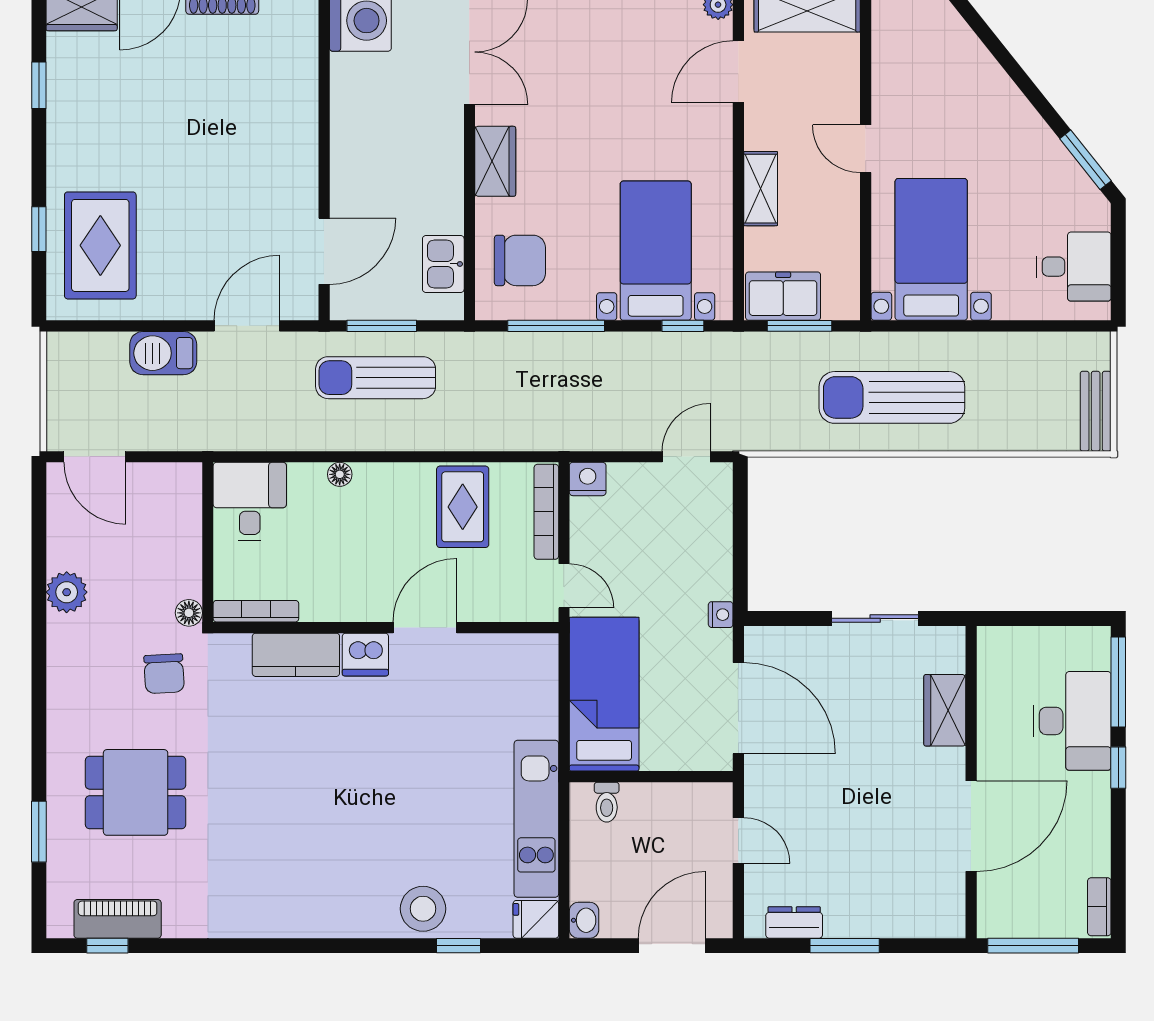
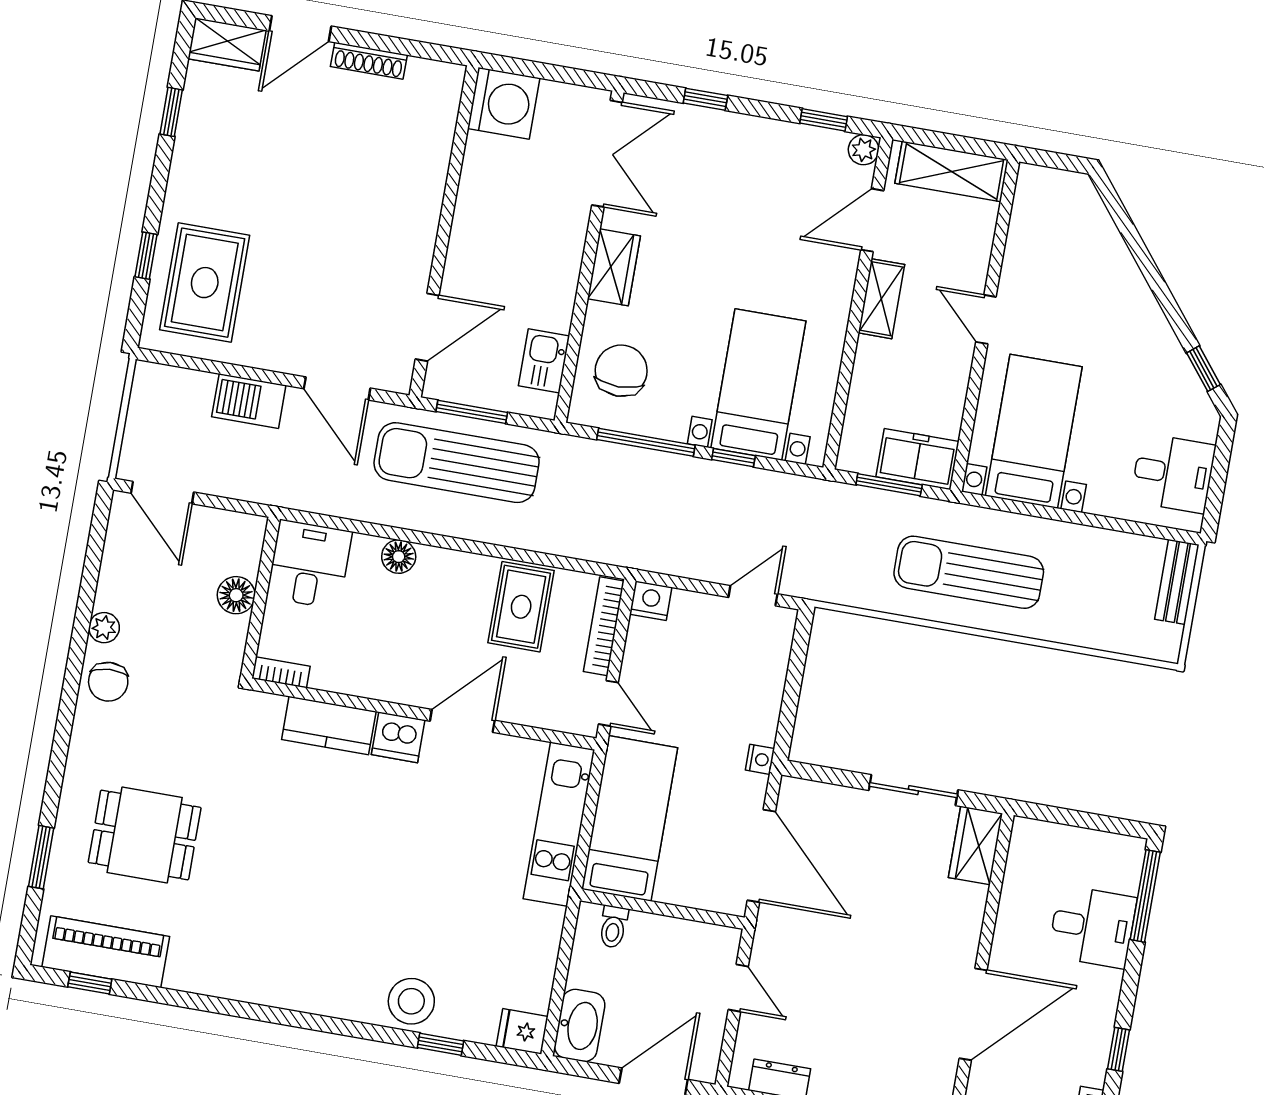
window: (1085, 160) -> (1203, 369), width x0.67
shelving: (761, 189) -> (881, 299), moved
chair: (520, 260) -> (621, 371), turned -90
freezer: (783, 296) -> (917, 459), moved
door: (247, 326) -> (337, 388), swing flipped
window: (683, 326) -> (733, 458), moved
sun lounger: (376, 378) -> (457, 463), width x1.36, depth x1.34
bench: (1096, 411) -> (1177, 582), moved
floor lamp: (340, 474) -> (399, 557), width x1.37, depth x1.37
plant: (67, 592) -> (104, 628), width x0.73, depth x0.73
bookcase: (256, 611) -> (281, 672), width x0.64
floor lamp: (189, 613) -> (236, 595), moved, width x1.37, depth x1.37
chair: (164, 674) -> (108, 682), moved
wardrobe: (945, 710) -> (976, 845), moved
desk: (1072, 721) -> (1092, 927), width x0.73
window: (1118, 768) -> (1118, 1049), moved
kitchen unit: (536, 819) -> (559, 824), moved
piano: (118, 919) -> (106, 952), width x1.37, depth x1.33
washbasin: (584, 920) -> (580, 1025), width x1.91, depth x1.45

